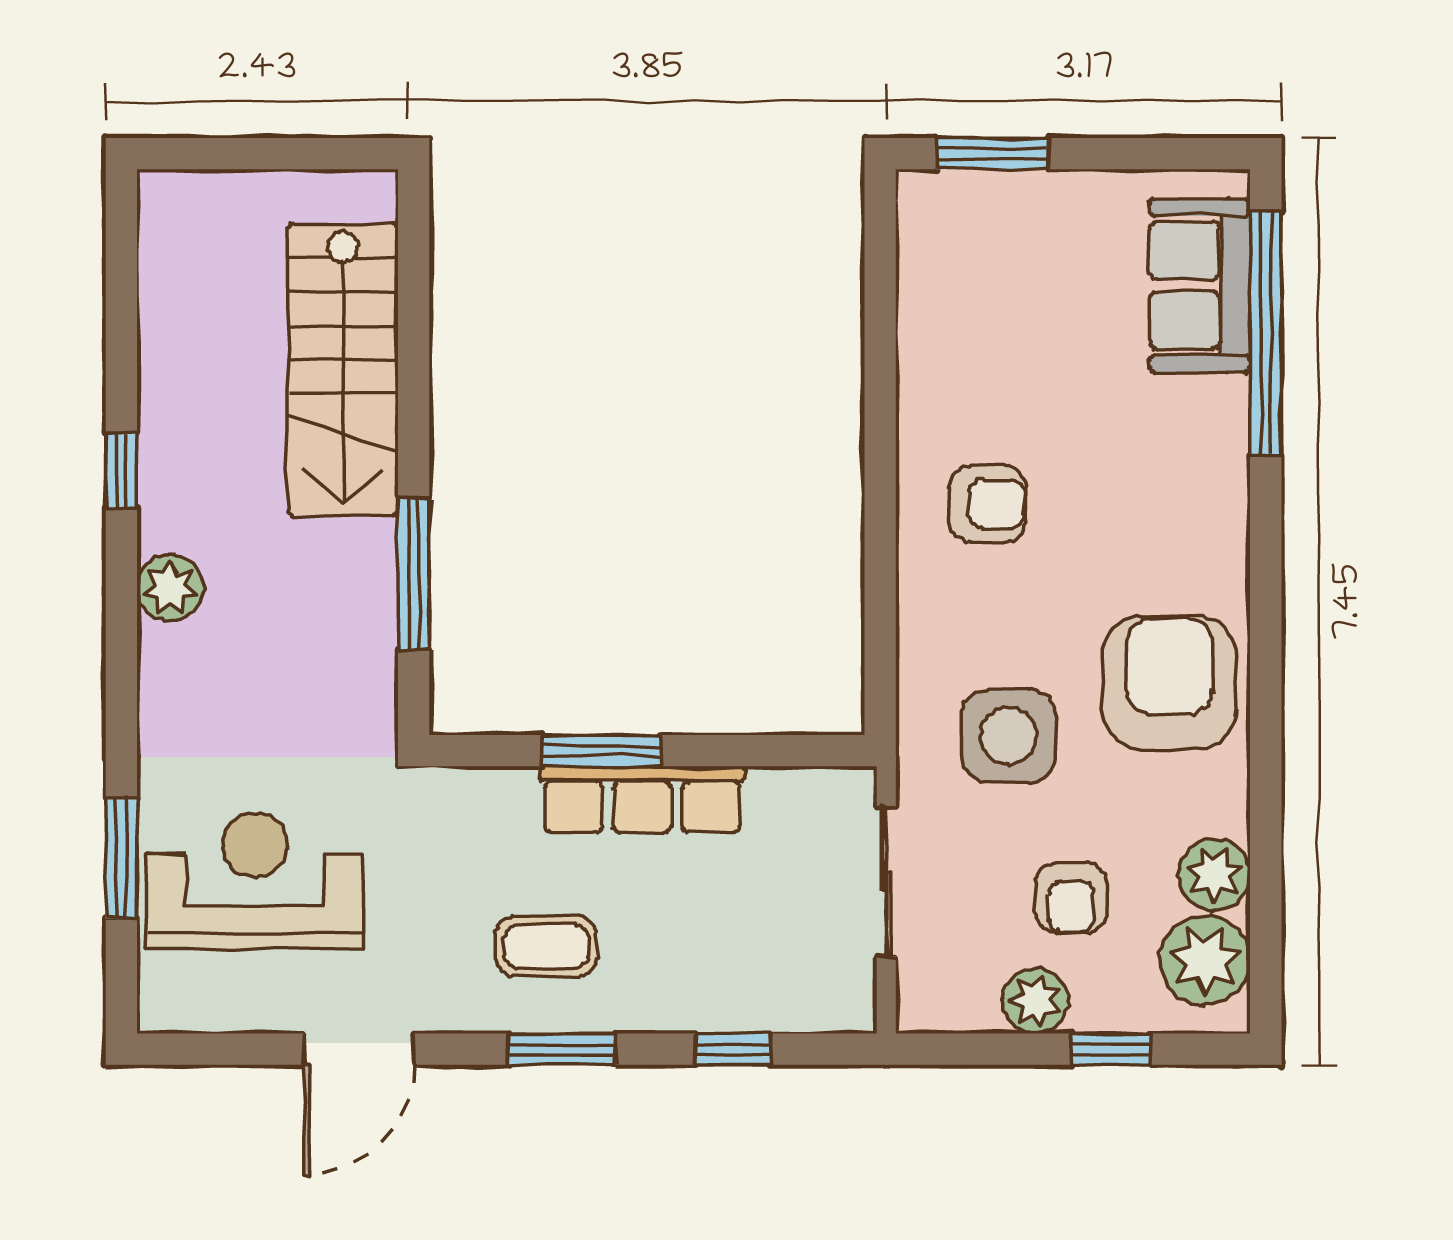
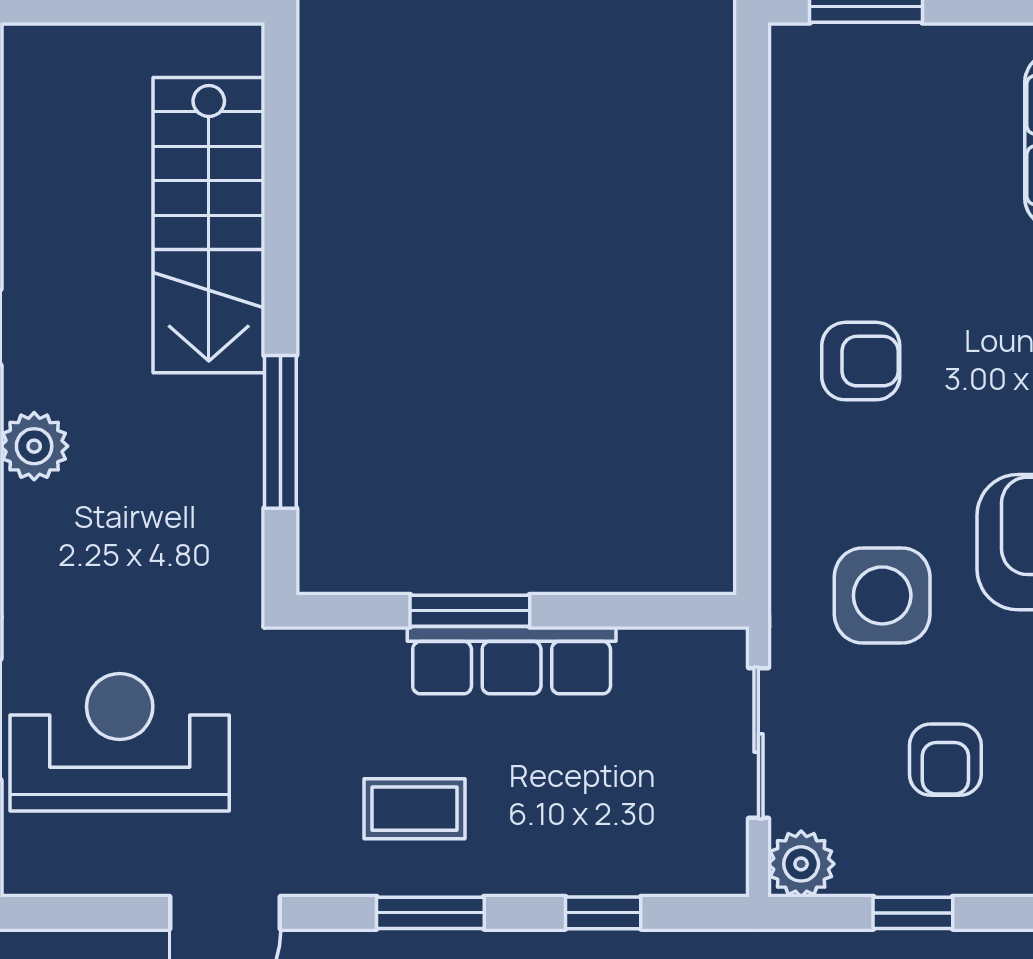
plant: (1035, 1001) -> (801, 864), moved
window: (1110, 1049) -> (913, 913), moved

